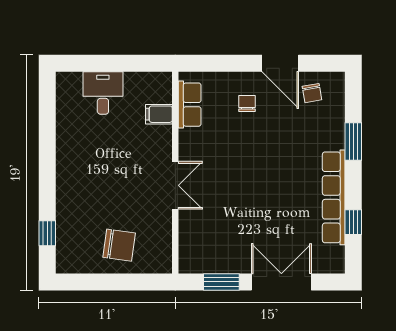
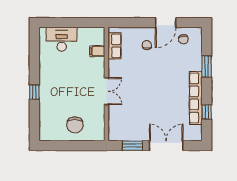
door: (280, 63) -> (166, 23), hinge flipped
desk: (103, 93) -> (62, 39), width x1.37
window: (47, 233) -> (34, 92), moved
chair: (119, 245) -> (75, 125), turned 82

